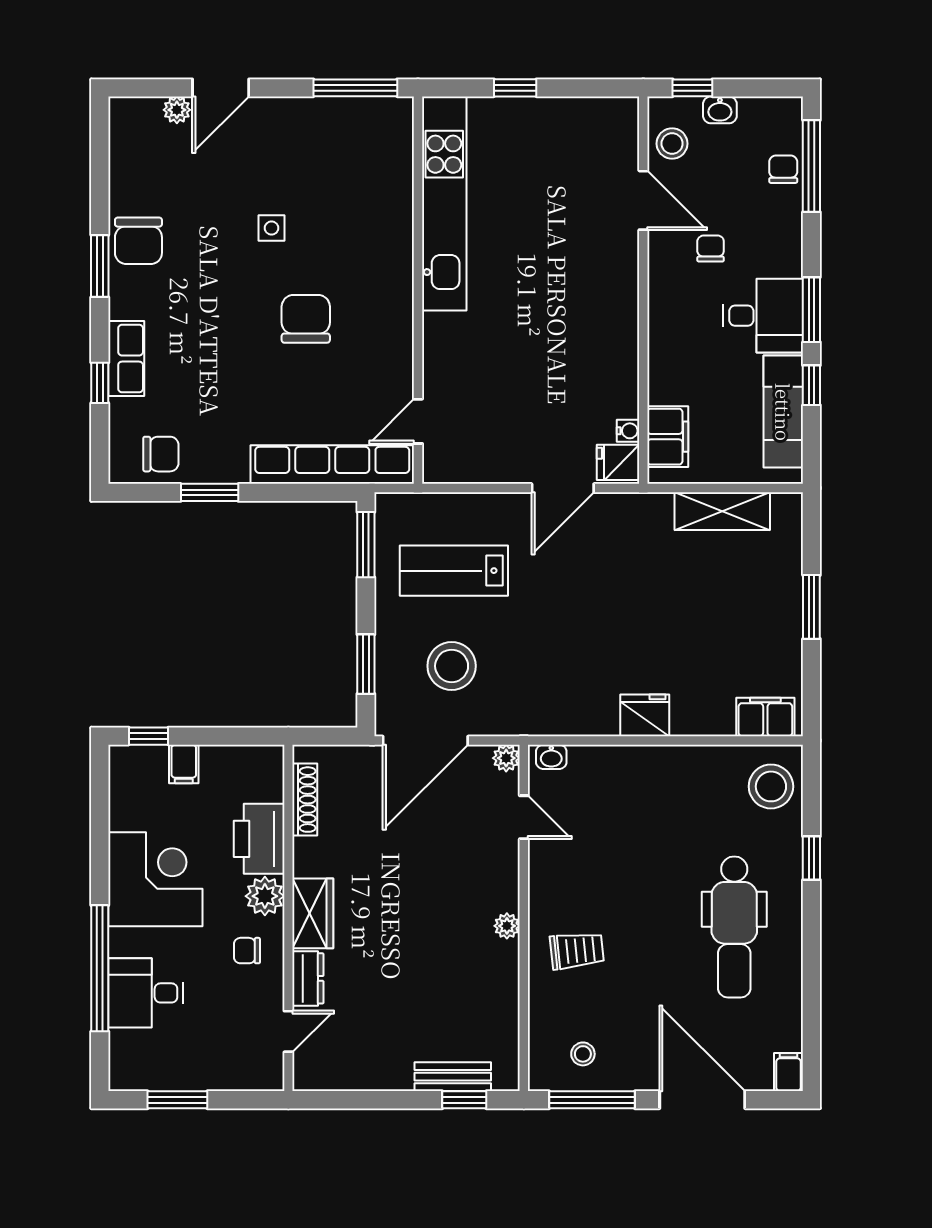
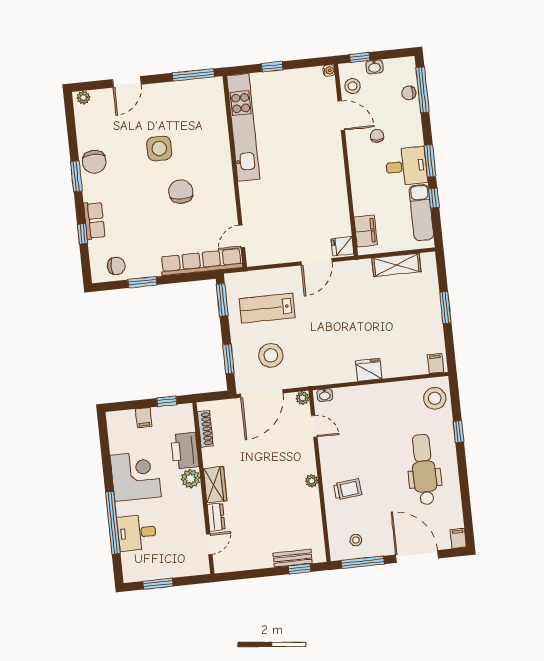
plant: (177, 110) -> (83, 97), moved
chair: (783, 169) -> (409, 93), turned -90
side table: (272, 228) -> (159, 149), width x1.87, depth x1.87
water cooler: (628, 431) -> (329, 71), moved
filing cabinet: (765, 717) -> (436, 364), width x0.50
window: (149, 736) -> (167, 401), moved
dental chair: (734, 927) -> (424, 470), turned 180
chair: (247, 951) -> (185, 506), removed

